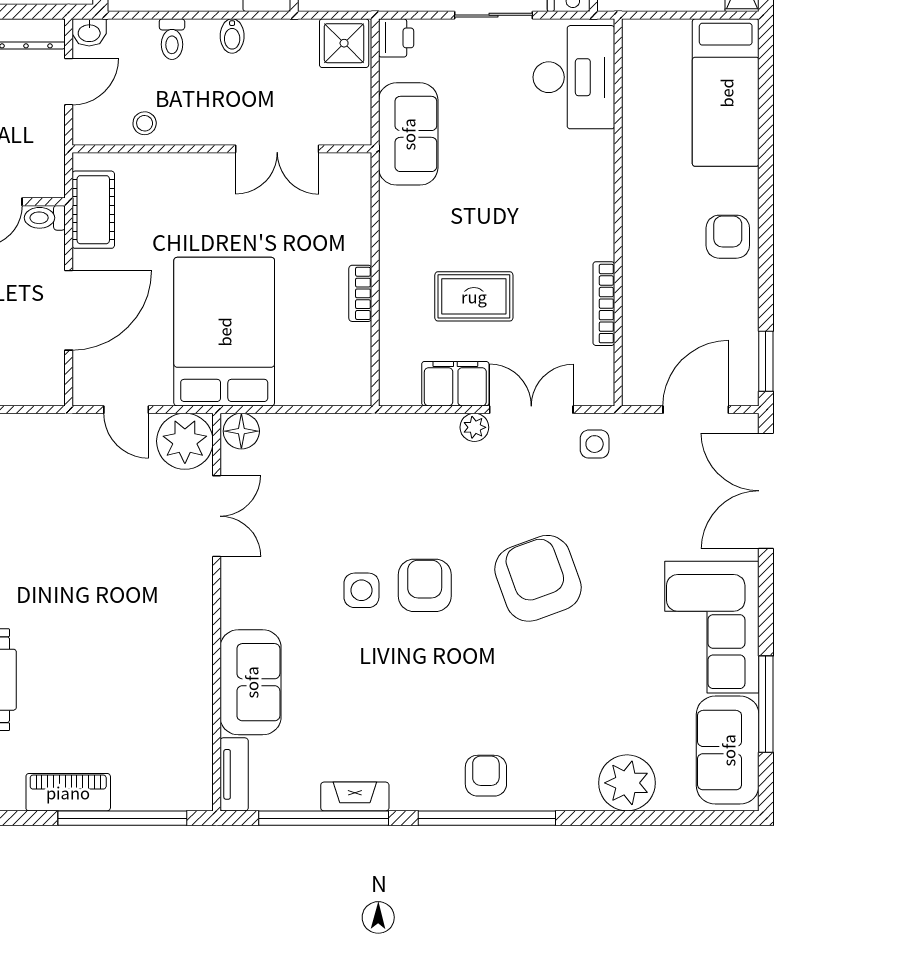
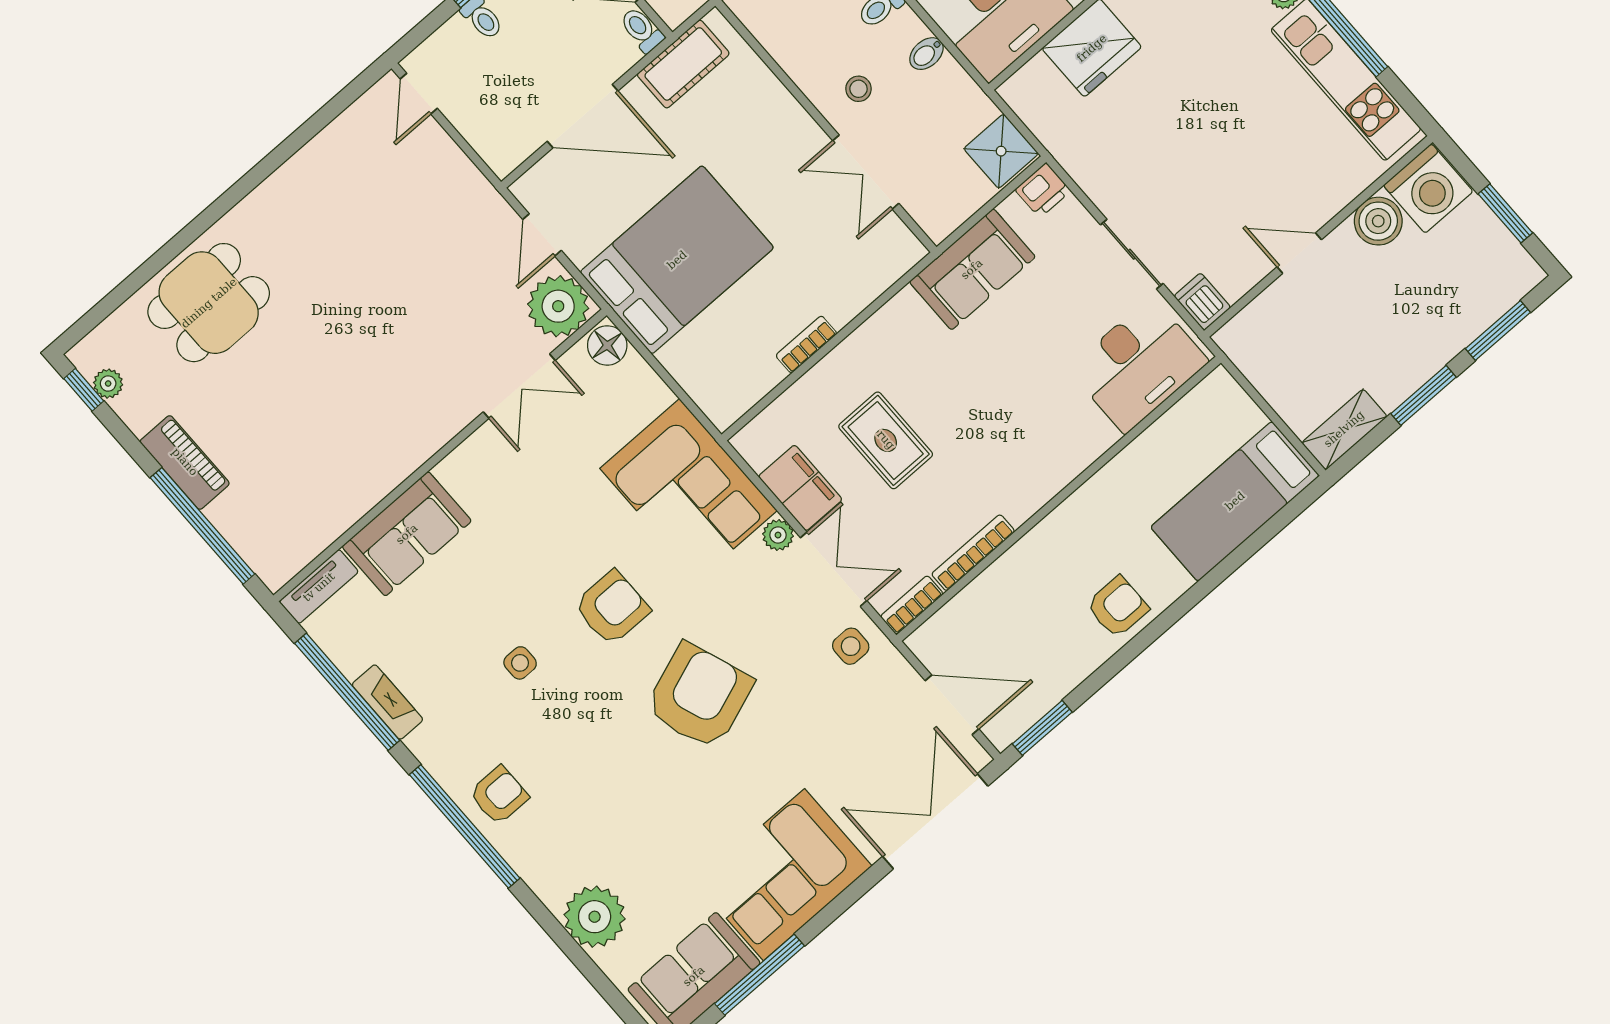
stool: (145, 123) -> (858, 89), moved
bookcase: (603, 377) -> (912, 605), added
corner sofa: (389, 462) -> (689, 490), added
side table: (361, 590) -> (520, 663), moved, width x0.73, depth x0.73

